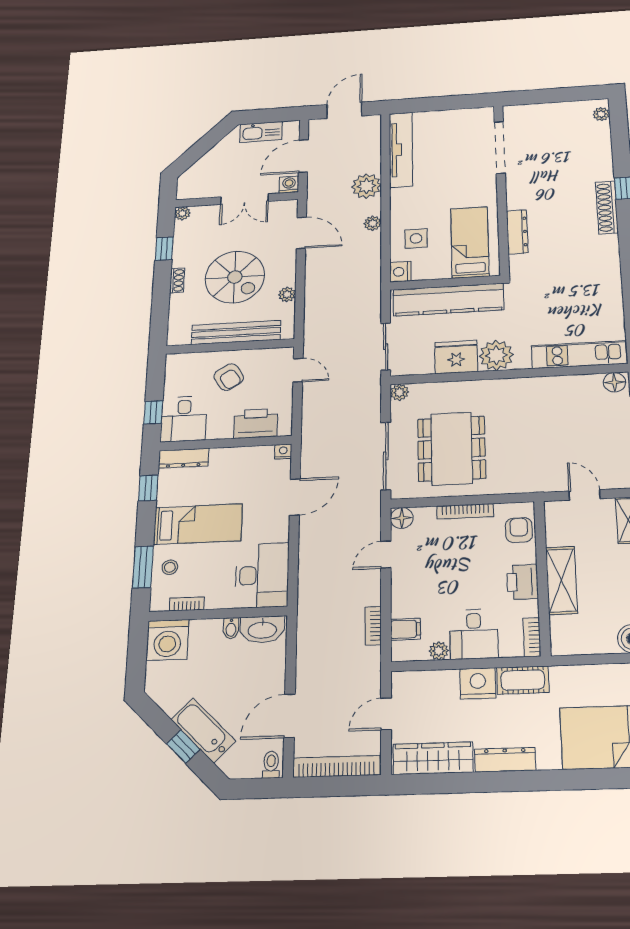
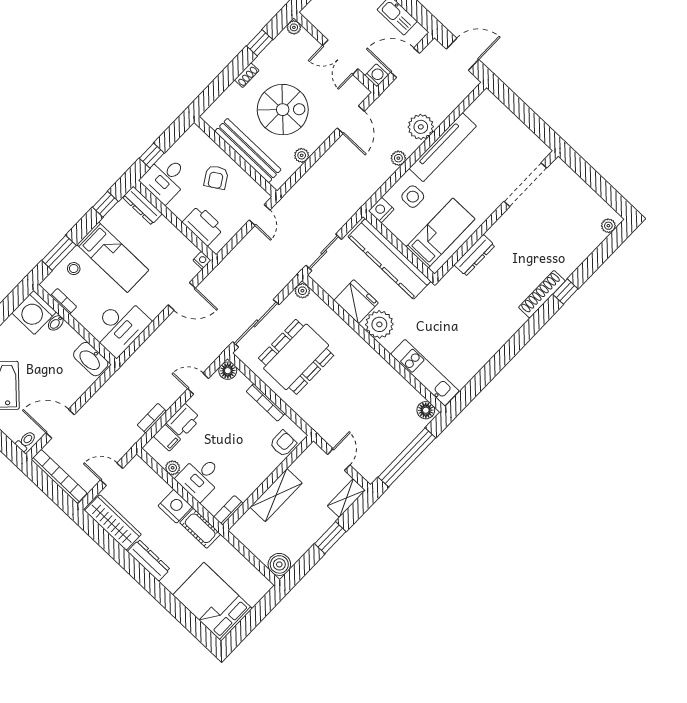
tv unit: (401, 150) -> (443, 147), moved
spiral stairs: (235, 277) -> (283, 110), turned -90
printer: (523, 582) -> (183, 421), moved, turned 180
bidet: (231, 628) -> (56, 323), moved

